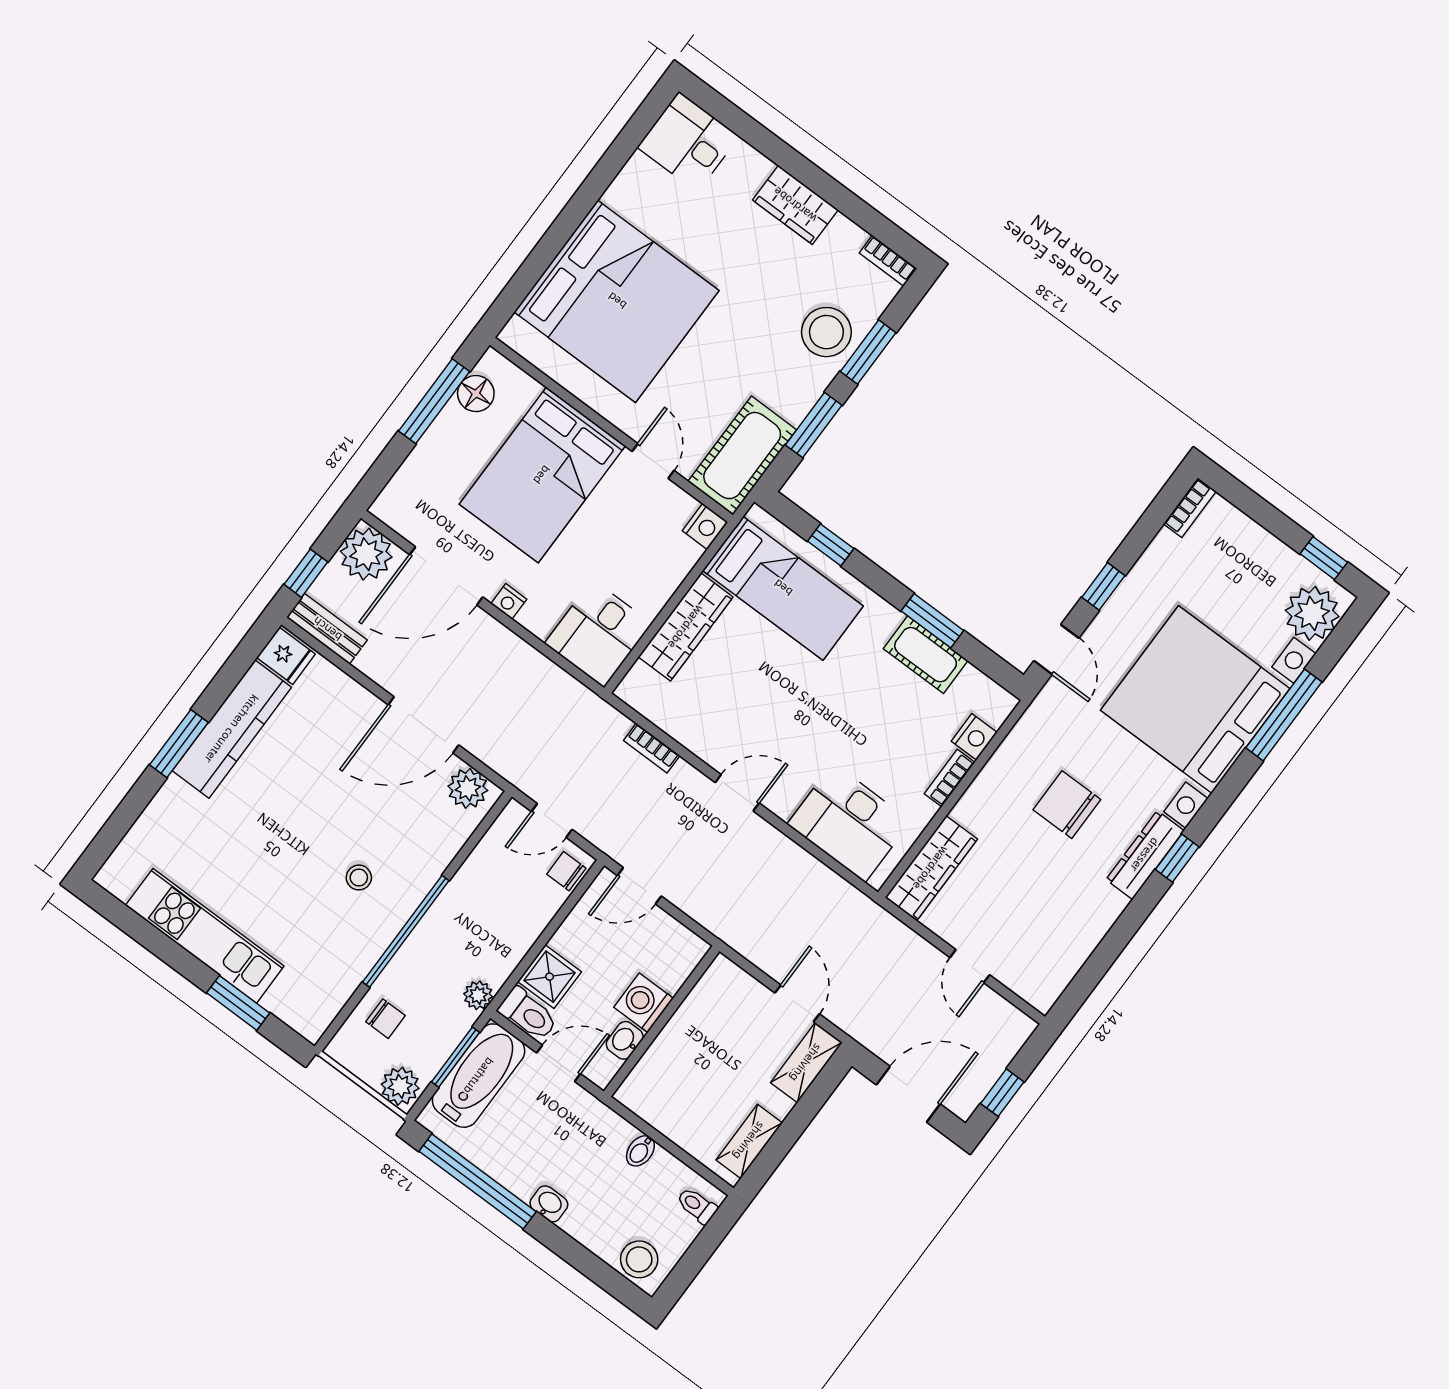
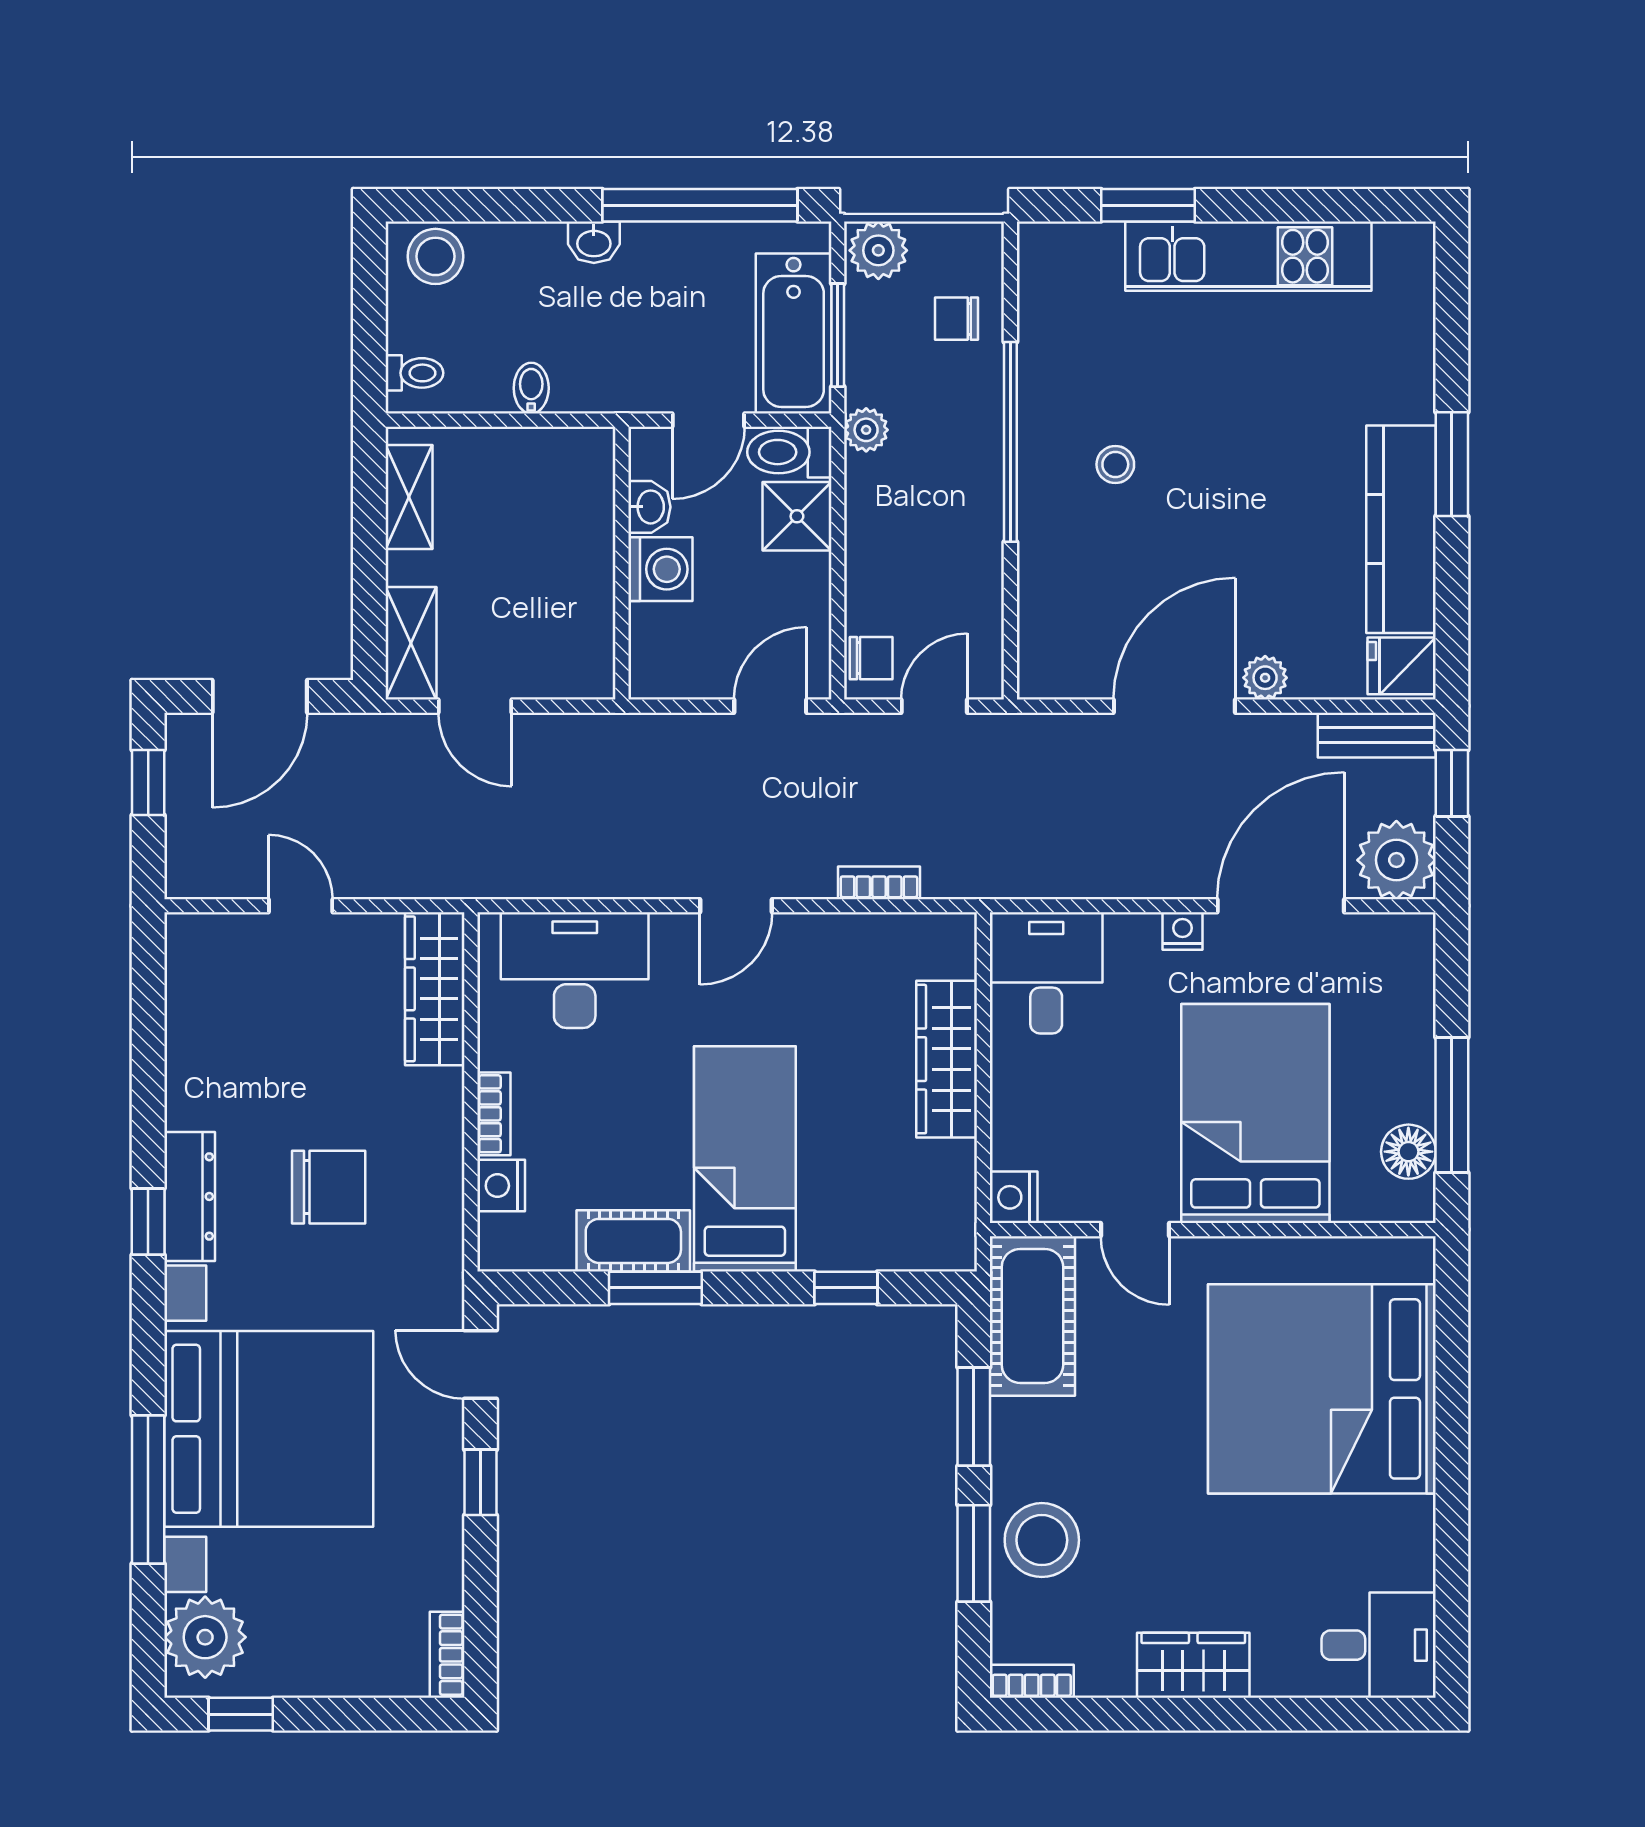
bed: (783, 588) -> (745, 1159), moved, turned 90
plant: (468, 788) -> (1265, 678), moved, width x0.73, depth x0.73

